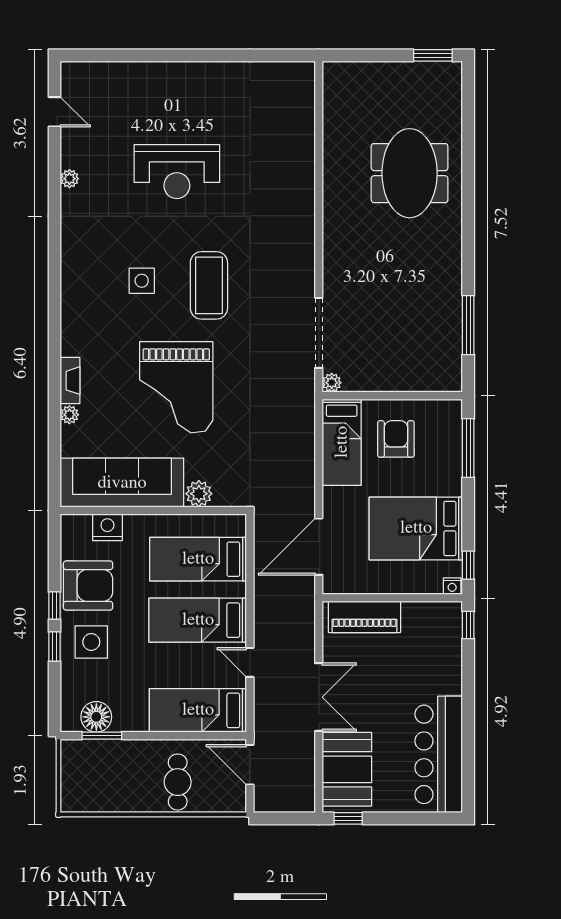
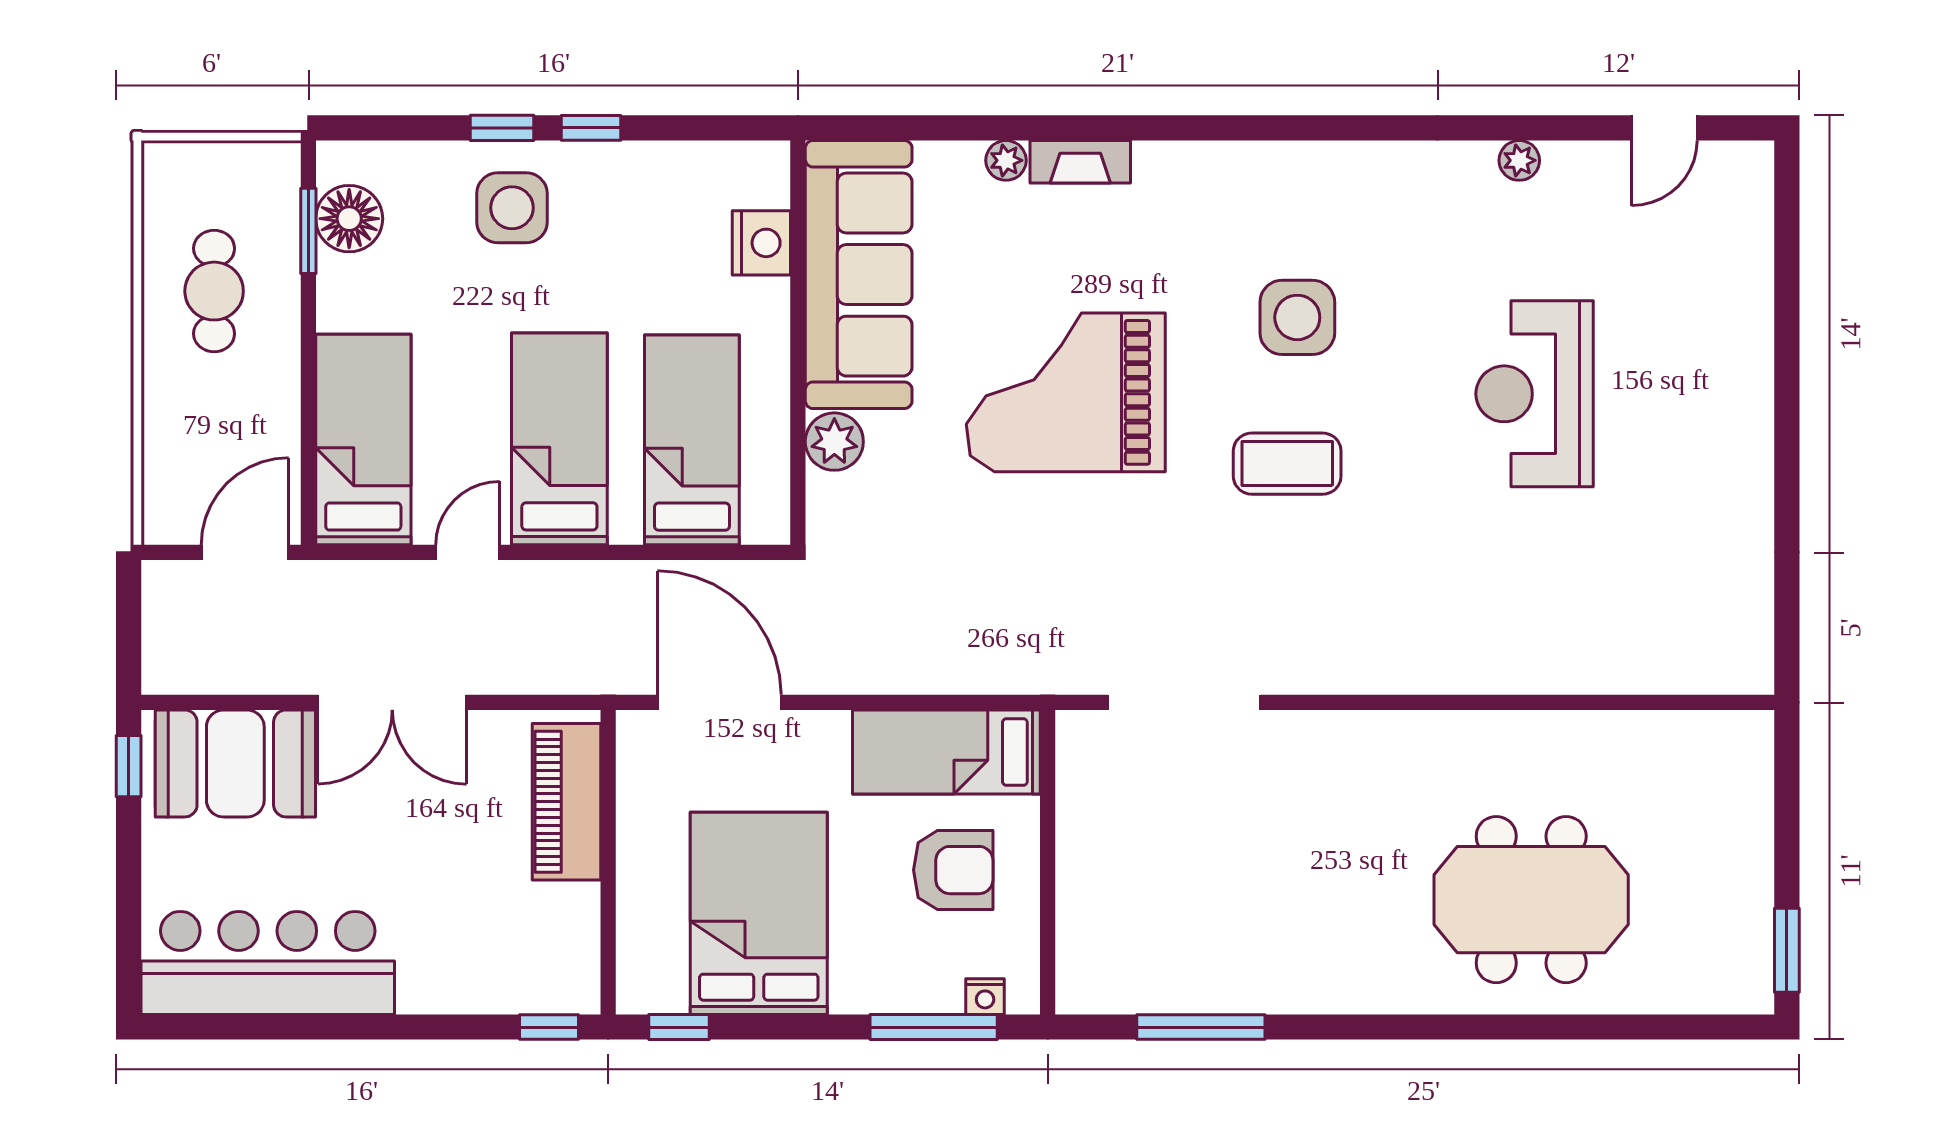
side table: (142, 281) -> (1297, 317), width x1.37, depth x1.37
coffee table: (209, 285) -> (1287, 464), width x0.73, depth x0.76
plant: (332, 383) -> (1076, 730), removed
armchair: (88, 586) -> (635, 201), removed
nightstand: (452, 586) -> (985, 997), moved, turned -90
cafe table: (178, 782) -> (214, 291), moved, turned 90

